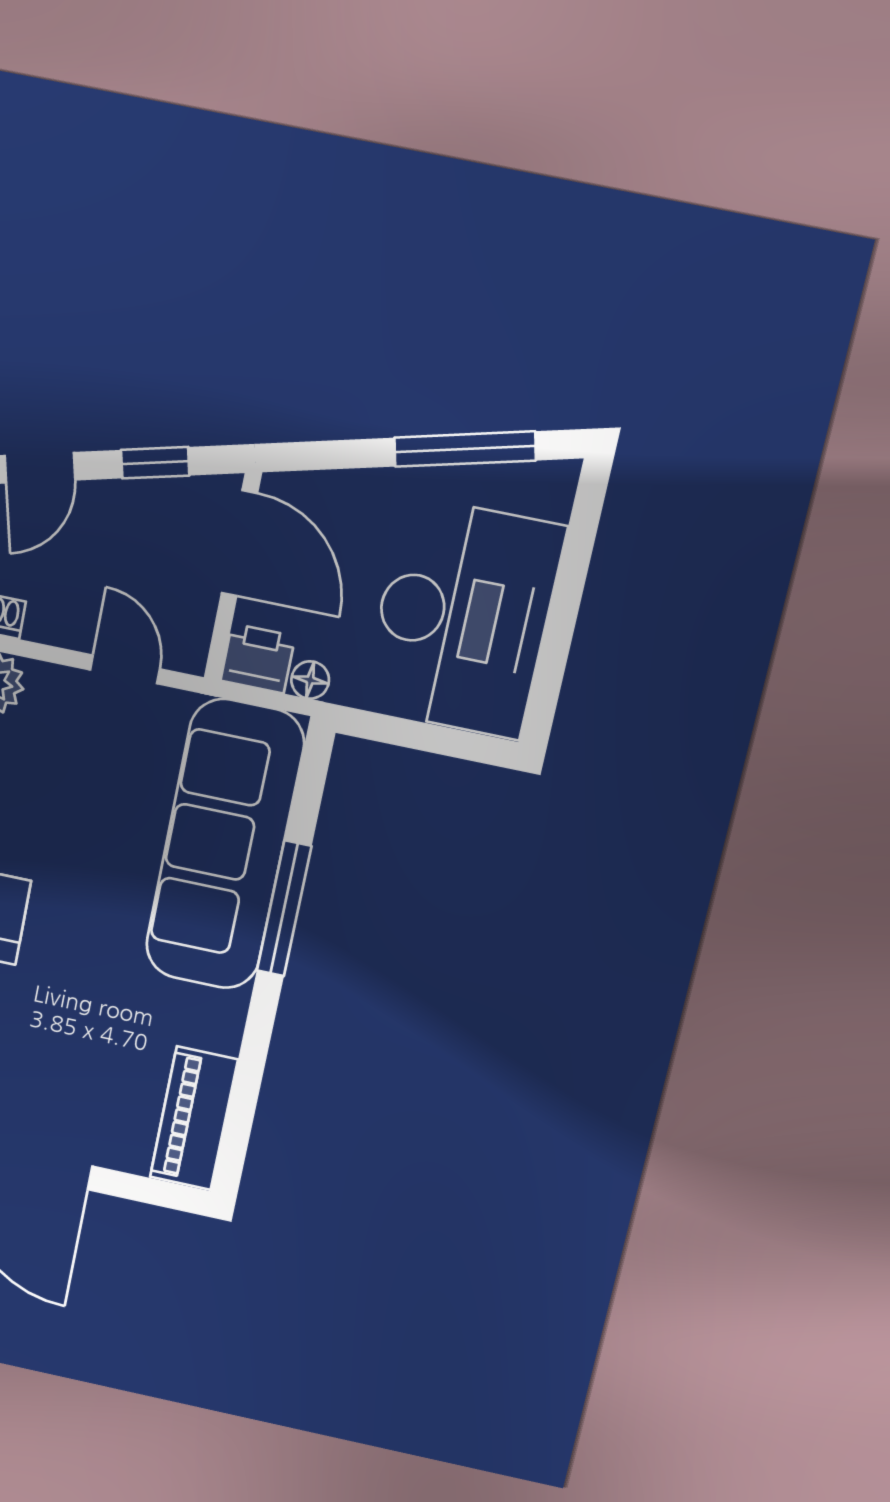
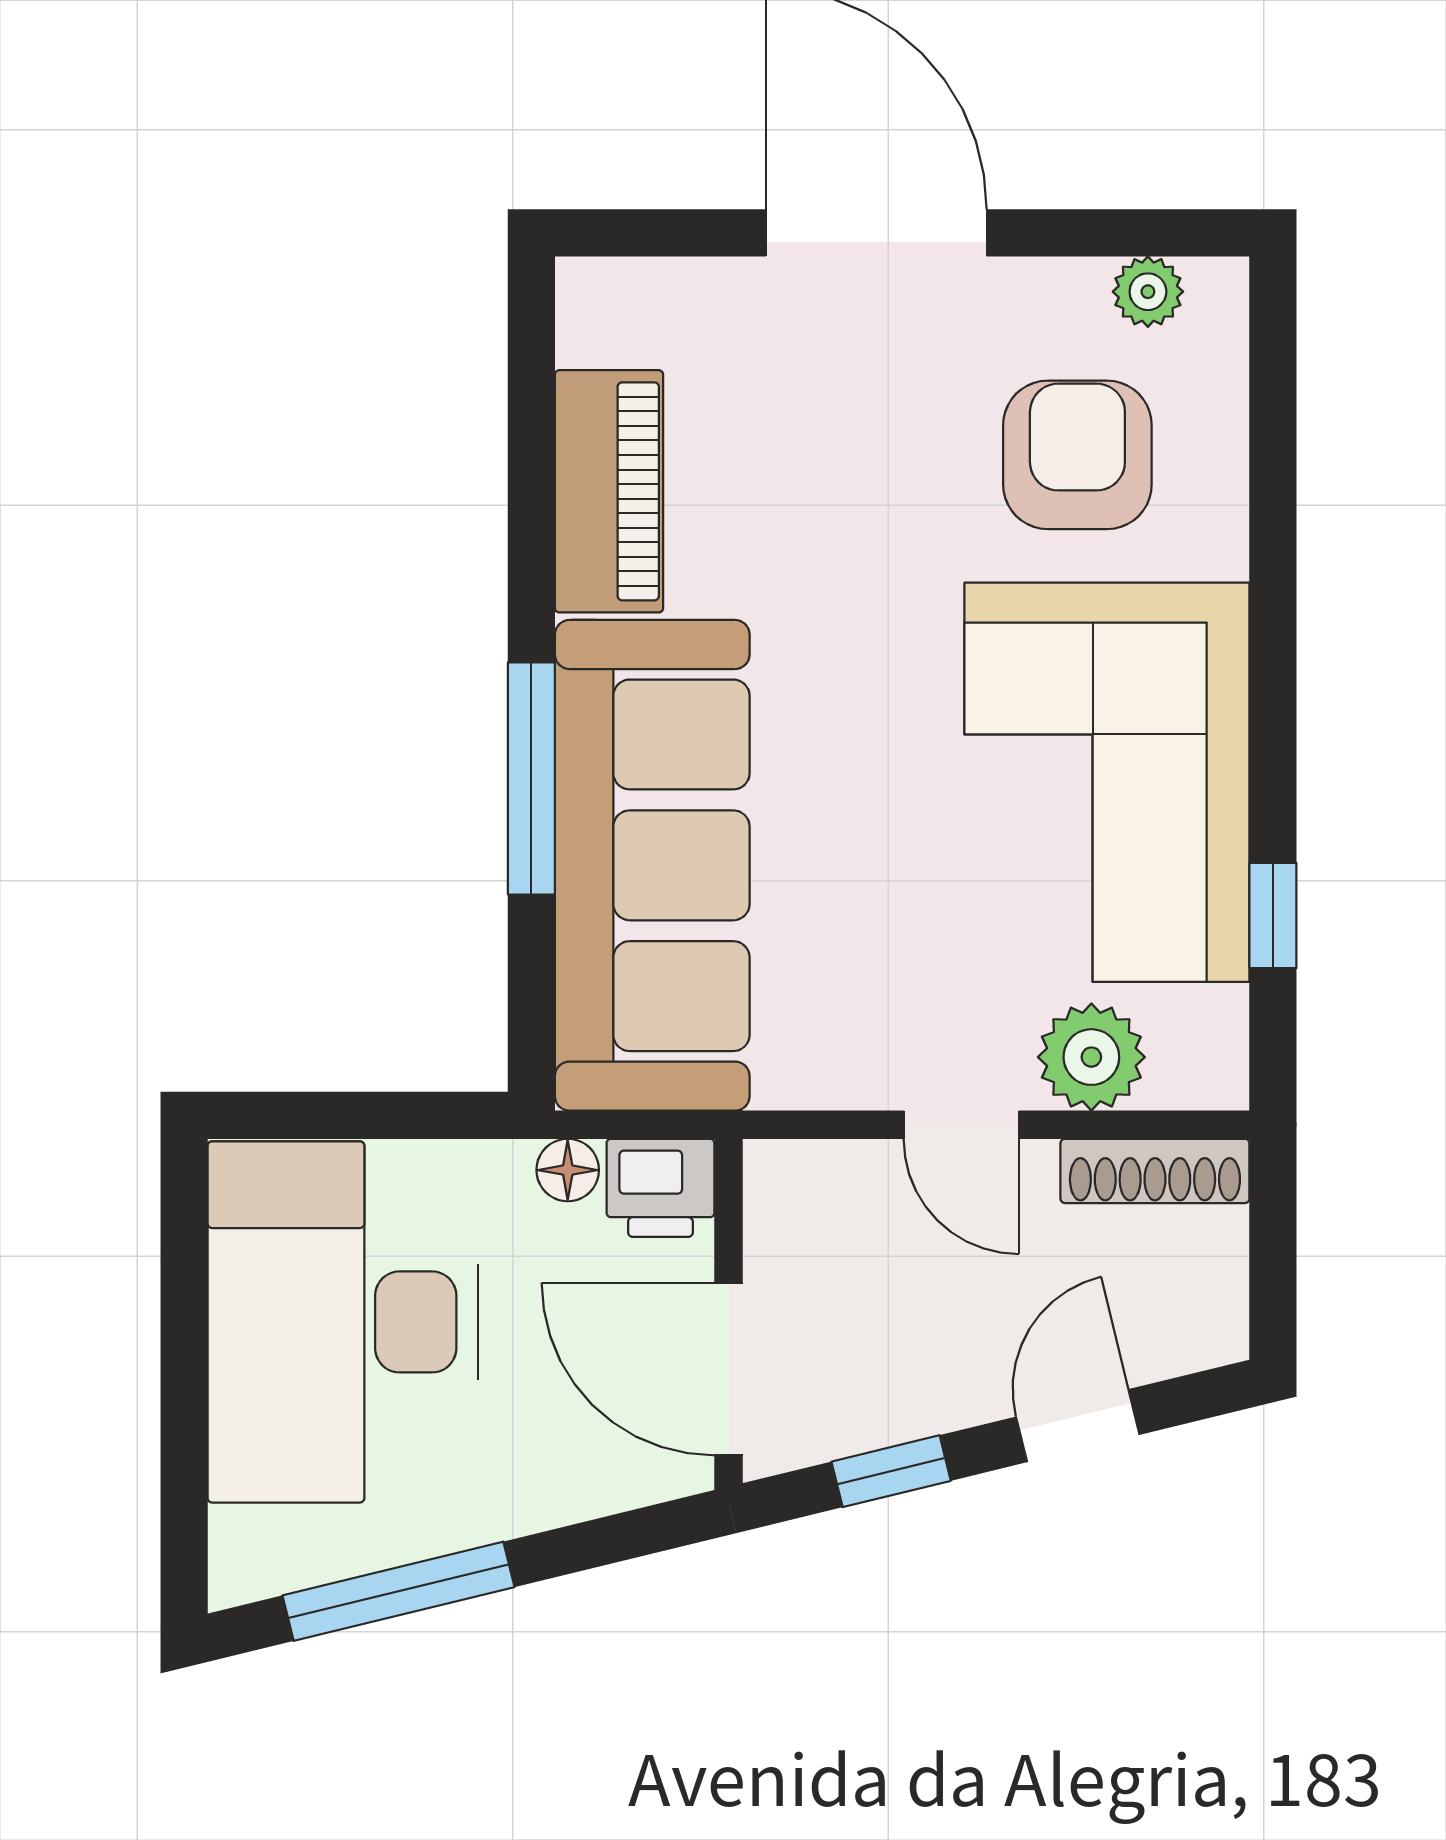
door: (125, 669) -> (961, 1125), moved
piano: (194, 1118) -> (609, 491), moved

